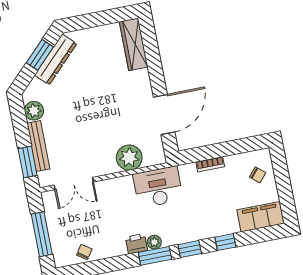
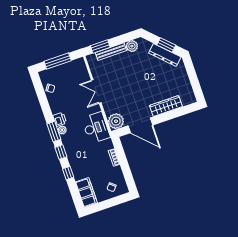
wardrobe: (134, 44) -> (166, 106), moved
plant: (129, 158) -> (116, 121), moved
double door: (74, 183) -> (96, 91), moved

